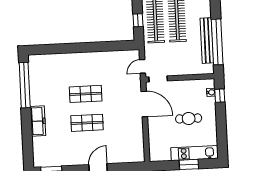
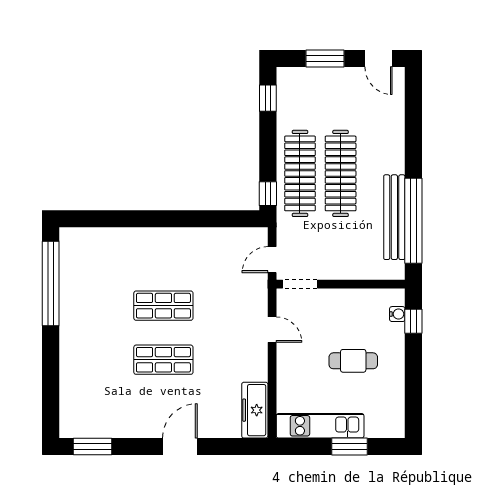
window: (138, 20) -> (268, 194), moved
door: (144, 104) -> (272, 330), width x0.53
freezer: (38, 121) -> (255, 410), moved, turned 180
kitchen unit: (195, 153) -> (320, 426), moved

